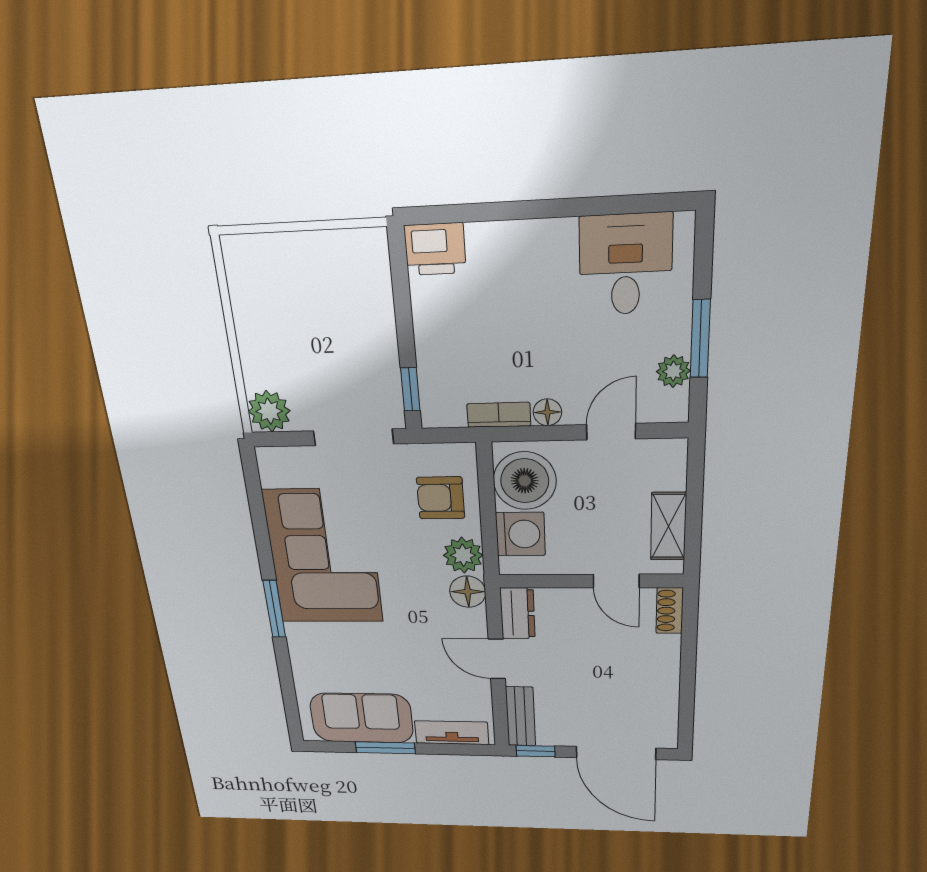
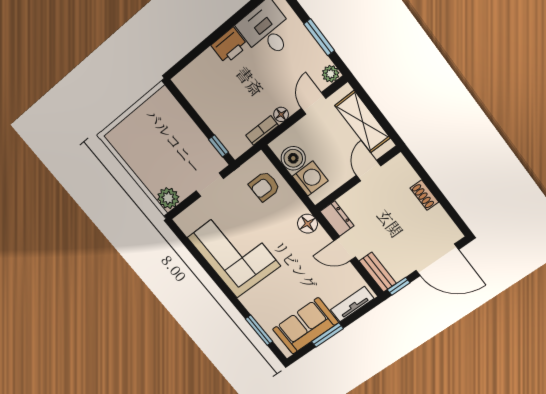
printer: (435, 249) -> (229, 46), moved
plant: (673, 371) -> (331, 74), moved
doorway: (353, 437) -> (210, 185), width x0.73
boiler: (525, 481) -> (293, 158), width x0.73, depth x0.73
shelving: (668, 526) -> (363, 122), width x1.50, depth x1.33
plant: (463, 555) -> (293, 207), removed
door: (616, 581) -> (369, 171), swing flipped
window: (274, 609) -> (259, 330), moved
shoe rack: (670, 611) -> (424, 195), moved

